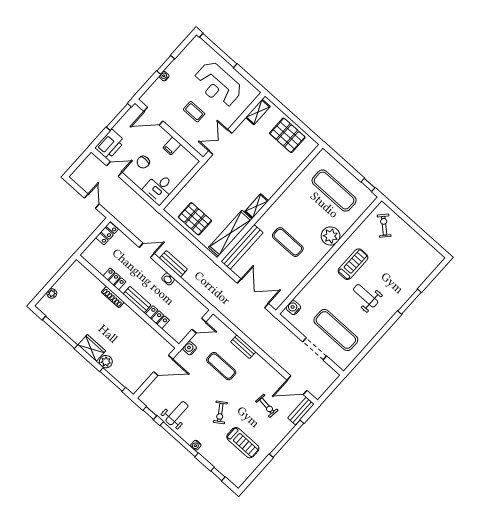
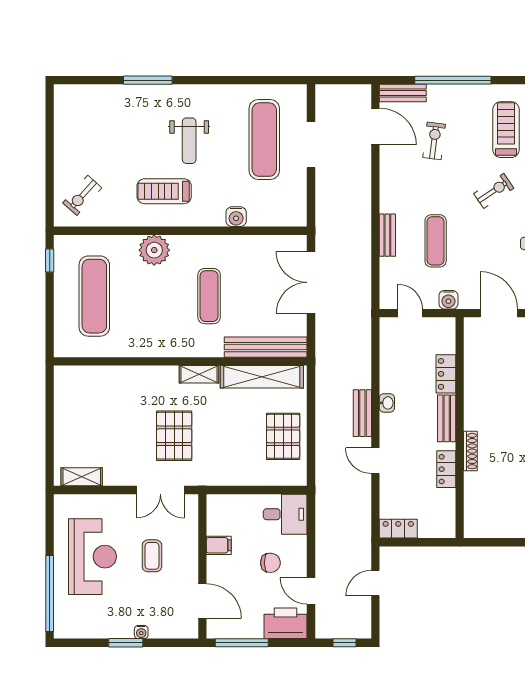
pallet: (287, 135) -> (174, 436), moved
window: (77, 163) -> (345, 643), added
water cooler: (293, 308) -> (236, 217), moved

